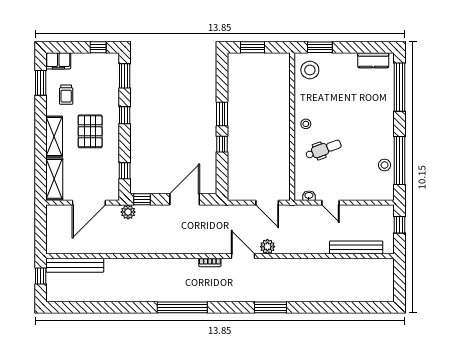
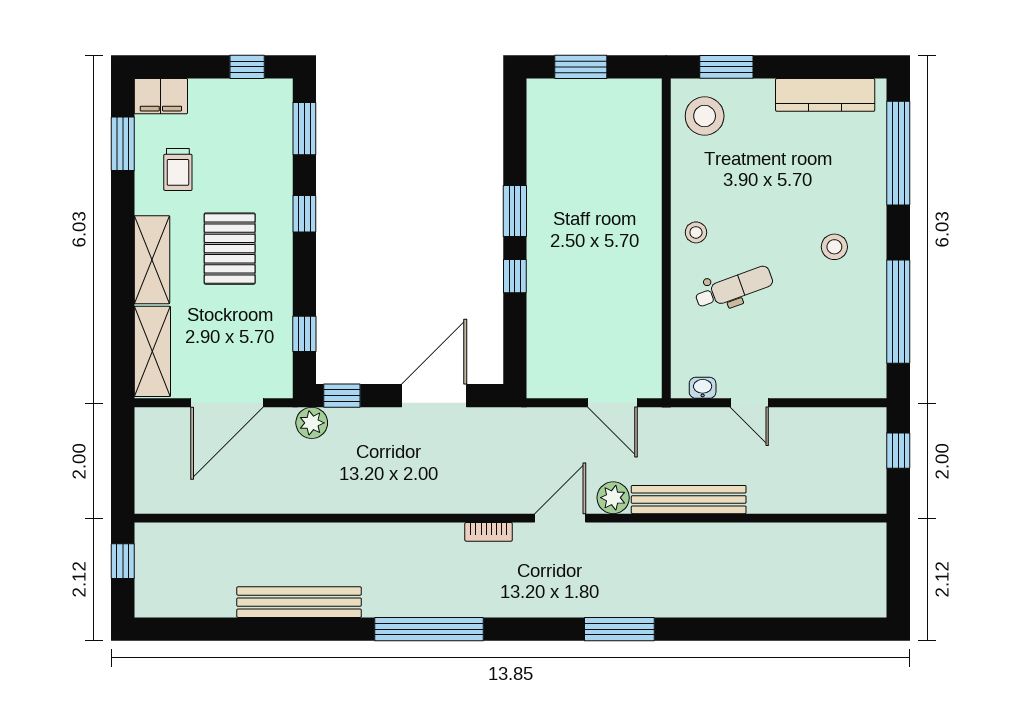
kitchen counter: (373, 60) -> (825, 95), width x1.50
stool: (384, 165) -> (834, 247), moved
bench: (356, 247) -> (689, 500), moved
door: (243, 256) -> (560, 518), hinge flipped
bench: (75, 265) -> (299, 602), moved

